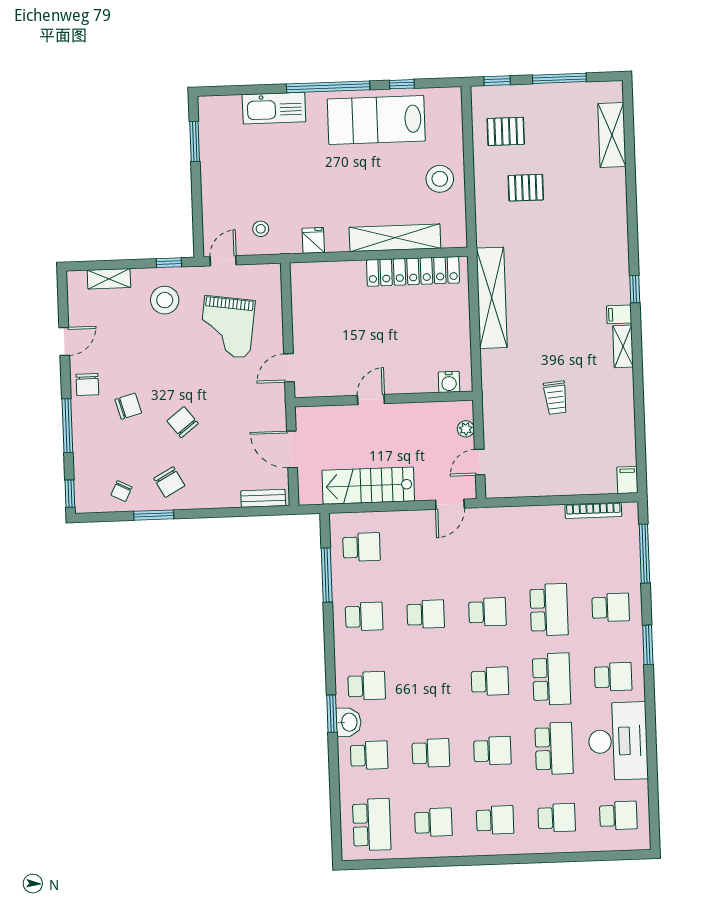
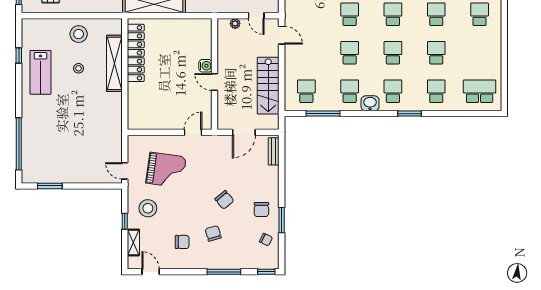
window: (328, 87) -> (19, 144), moved
kitchen sink: (274, 108) -> (31, 136), removed
lab bench: (376, 120) -> (40, 72), width x0.73, depth x0.72
stool: (261, 229) -> (79, 68), moved
fridge: (313, 240) -> (114, 114), removed
window: (169, 263) -> (125, 221), moved
door: (64, 342) -> (151, 272), moved
door: (289, 368) -> (193, 132), swing flipped
water cooler: (449, 382) -> (205, 66), moved
chair: (87, 384) -> (182, 242), moved
chair: (183, 422) -> (224, 200), turned -92
chair: (169, 482) -> (261, 210), turned 119
washbasin: (349, 722) -> (370, 103), moved
school desk: (433, 822) -> (393, 53), moved

